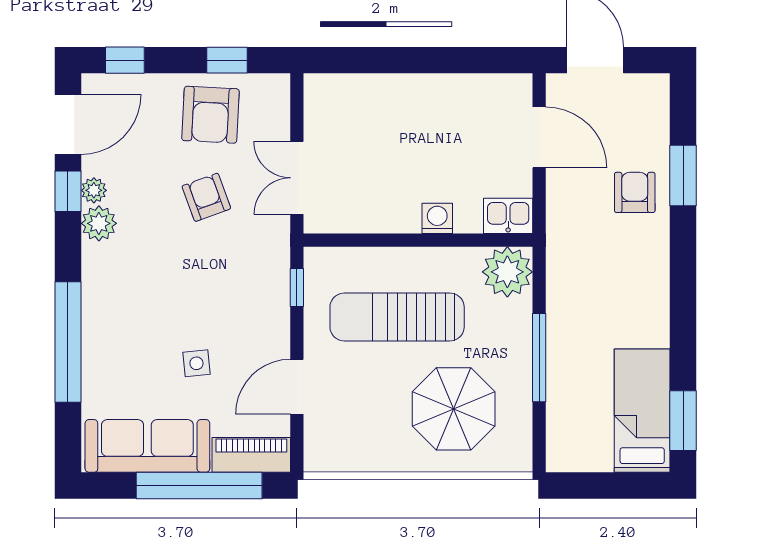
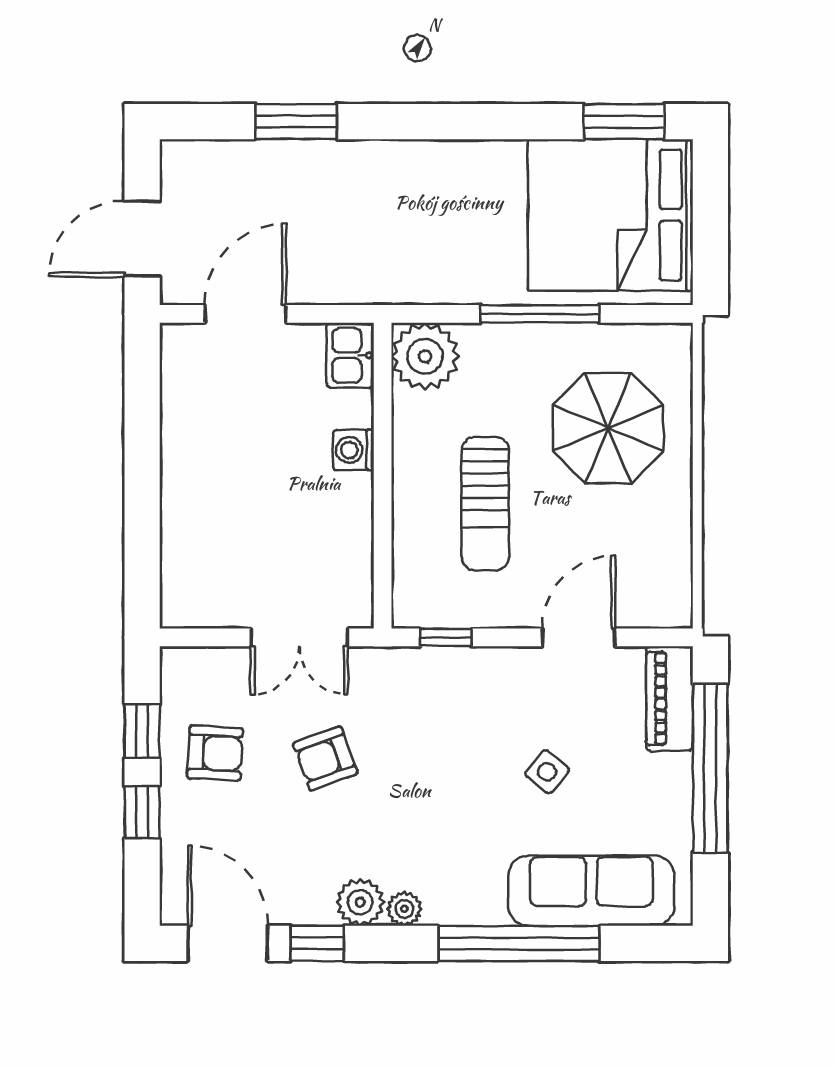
window: (125, 60) -> (142, 812), moved
armchair: (210, 115) -> (215, 753), width x0.72, depth x0.72
plant: (94, 190) -> (404, 909), moved
armchair: (635, 192) -> (319, 186), removed
sun lounger: (397, 317) -> (485, 504), width x0.73, depth x0.75
side table: (196, 363) -> (547, 772), turned 45
door: (297, 387) -> (579, 637), swing flipped
bed: (642, 411) -> (610, 215), width x2.04
sofa: (147, 446) -> (591, 891), moved, turned 90

